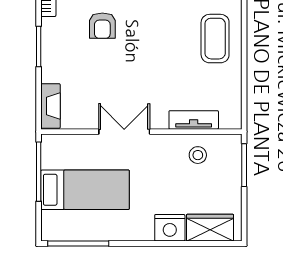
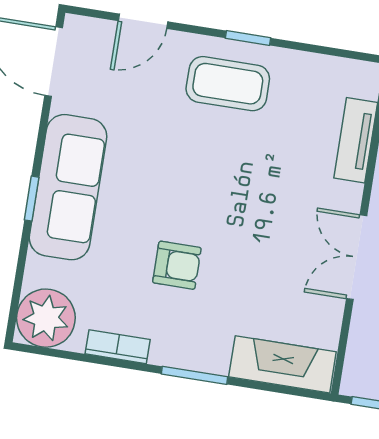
window: (244, 46) -> (248, 38), added
fireplace: (50, 106) -> (282, 364), width x1.37, depth x1.32

